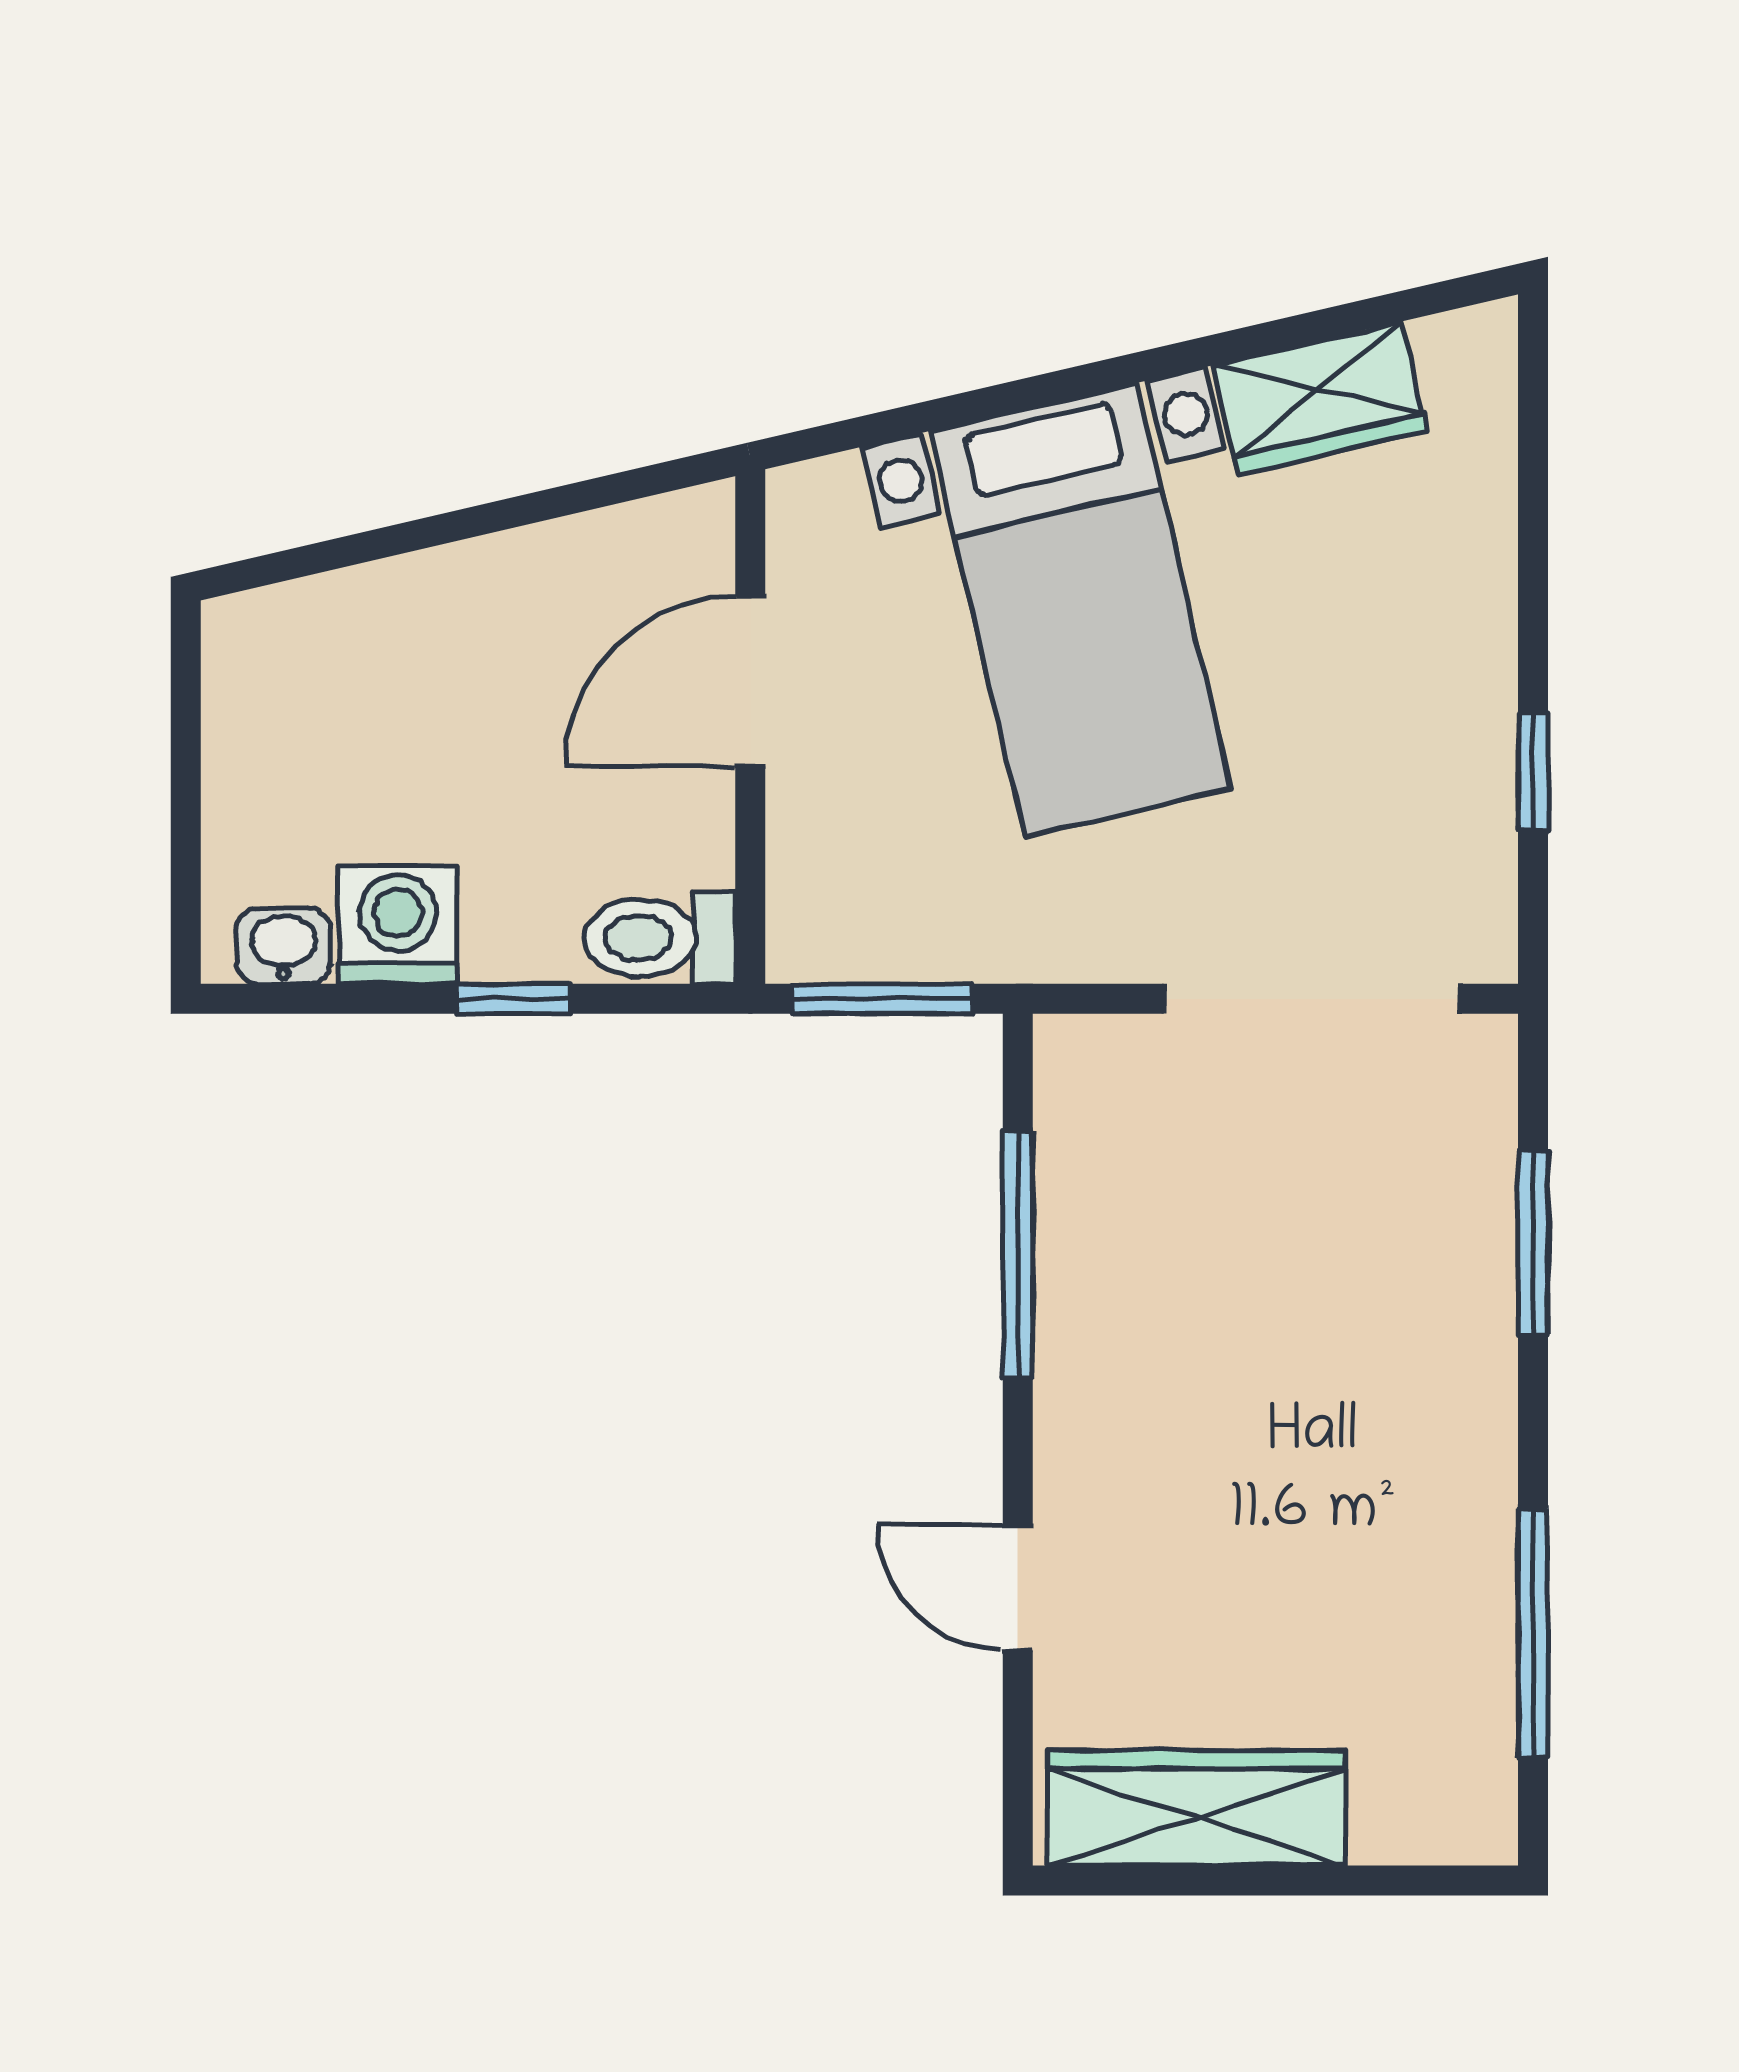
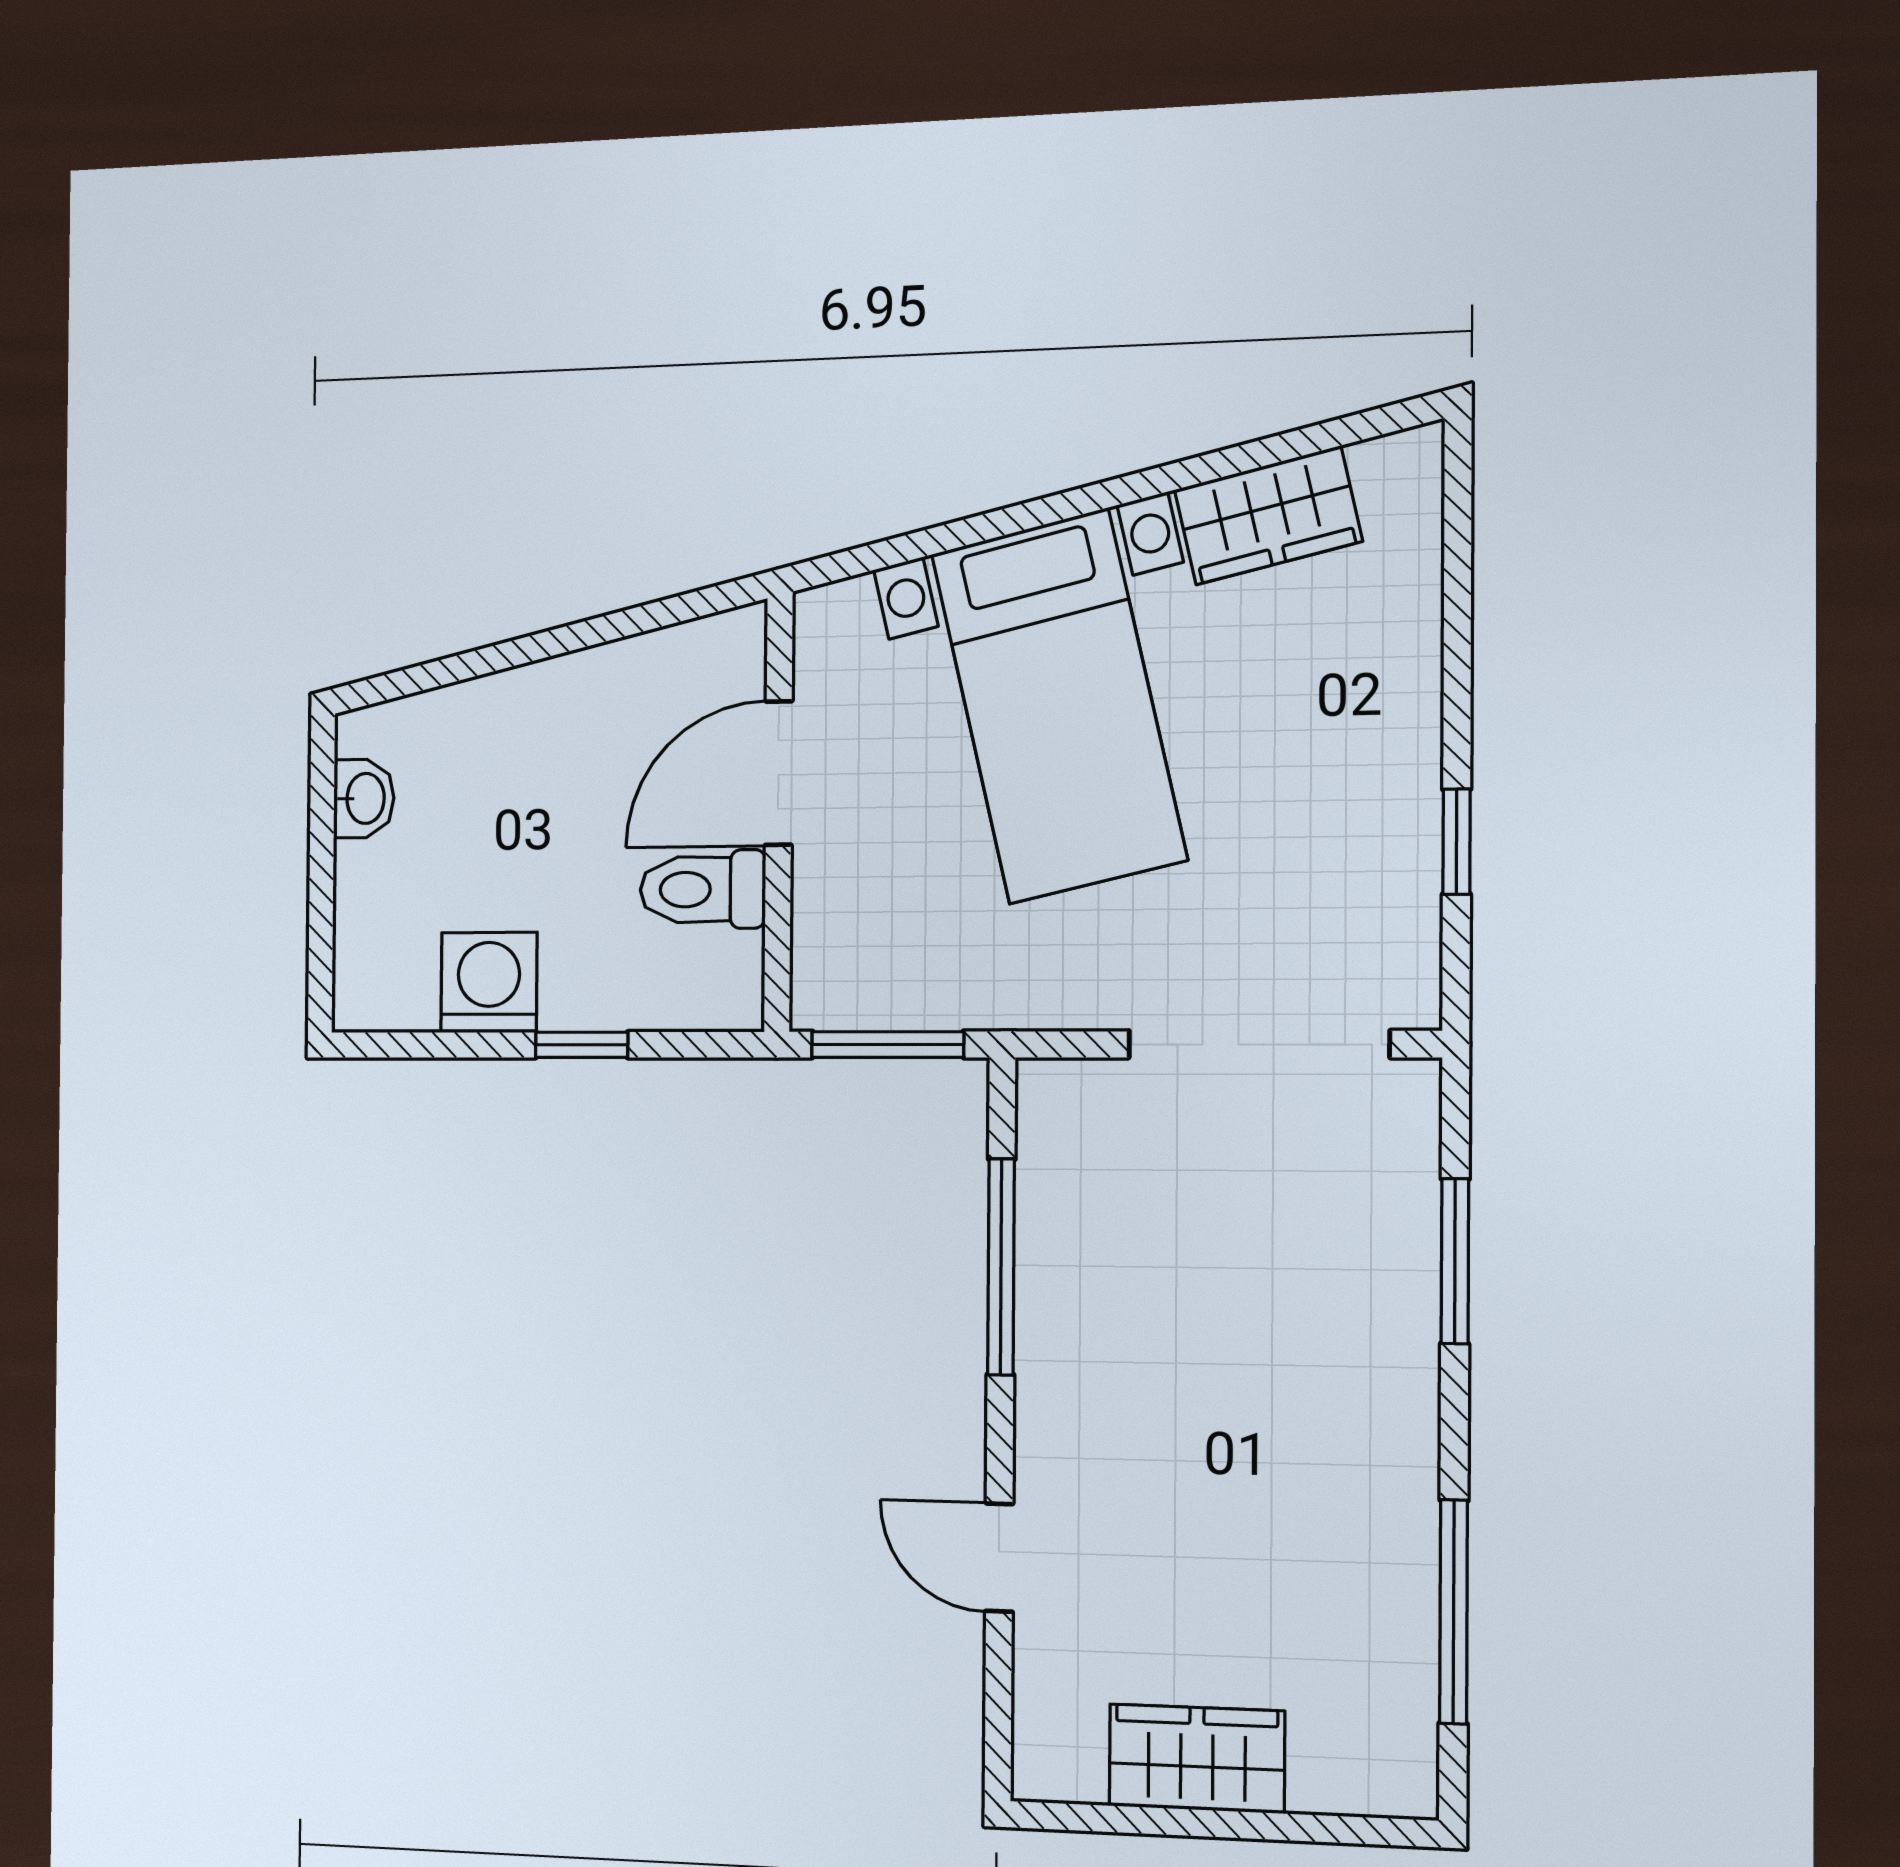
toilet: (660, 938) -> (703, 889), moved
washbasin: (283, 946) -> (364, 798), moved, turned 90
wardrobe: (1197, 1808) -> (1197, 1759), width x0.67

